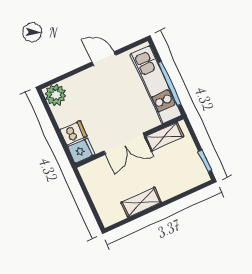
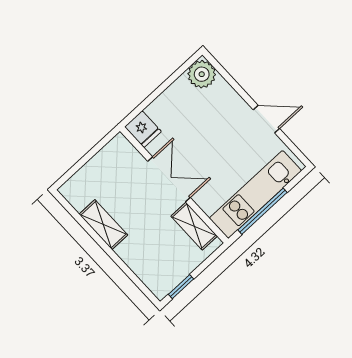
door: (104, 59) -> (266, 119), hinge flipped
dishwasher: (74, 133) -> (162, 112), removed
double door: (124, 144) -> (169, 179), swing flipped

